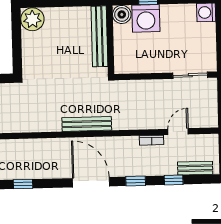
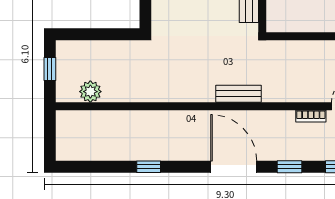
bench: (87, 124) -> (238, 94), width x0.73

